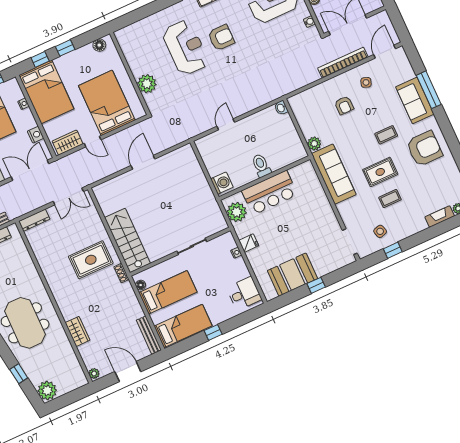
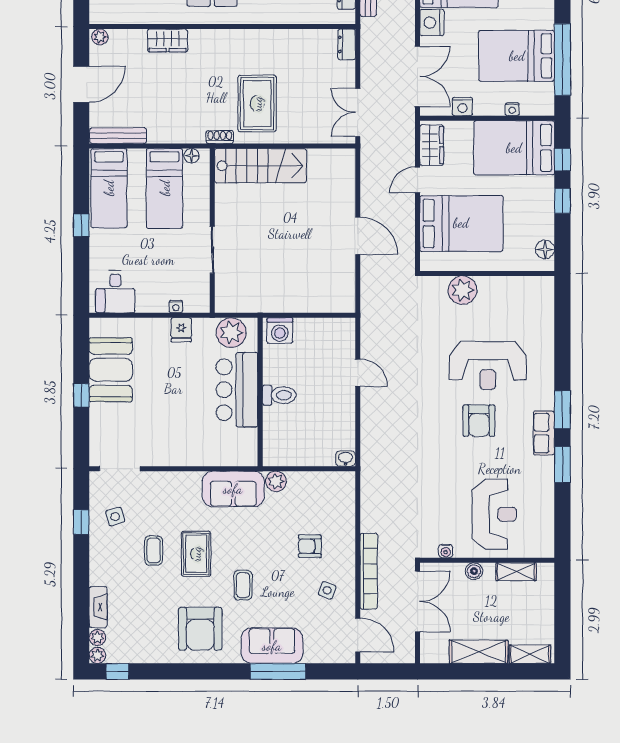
sofa: (334, 174) -> (233, 489), width x0.73
dresser: (34, 220) -> (347, 44), width x0.70

